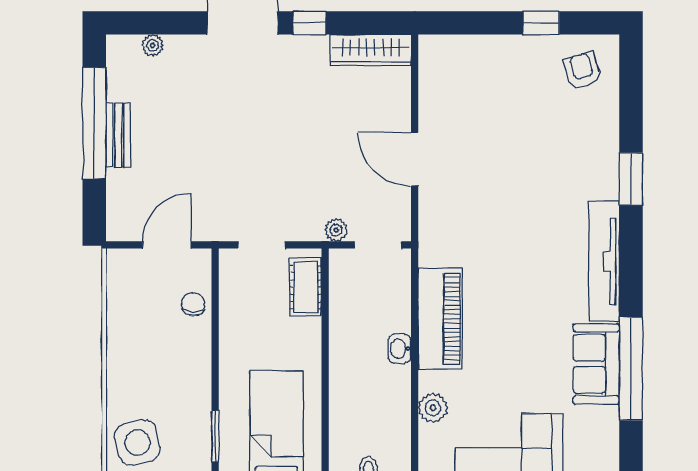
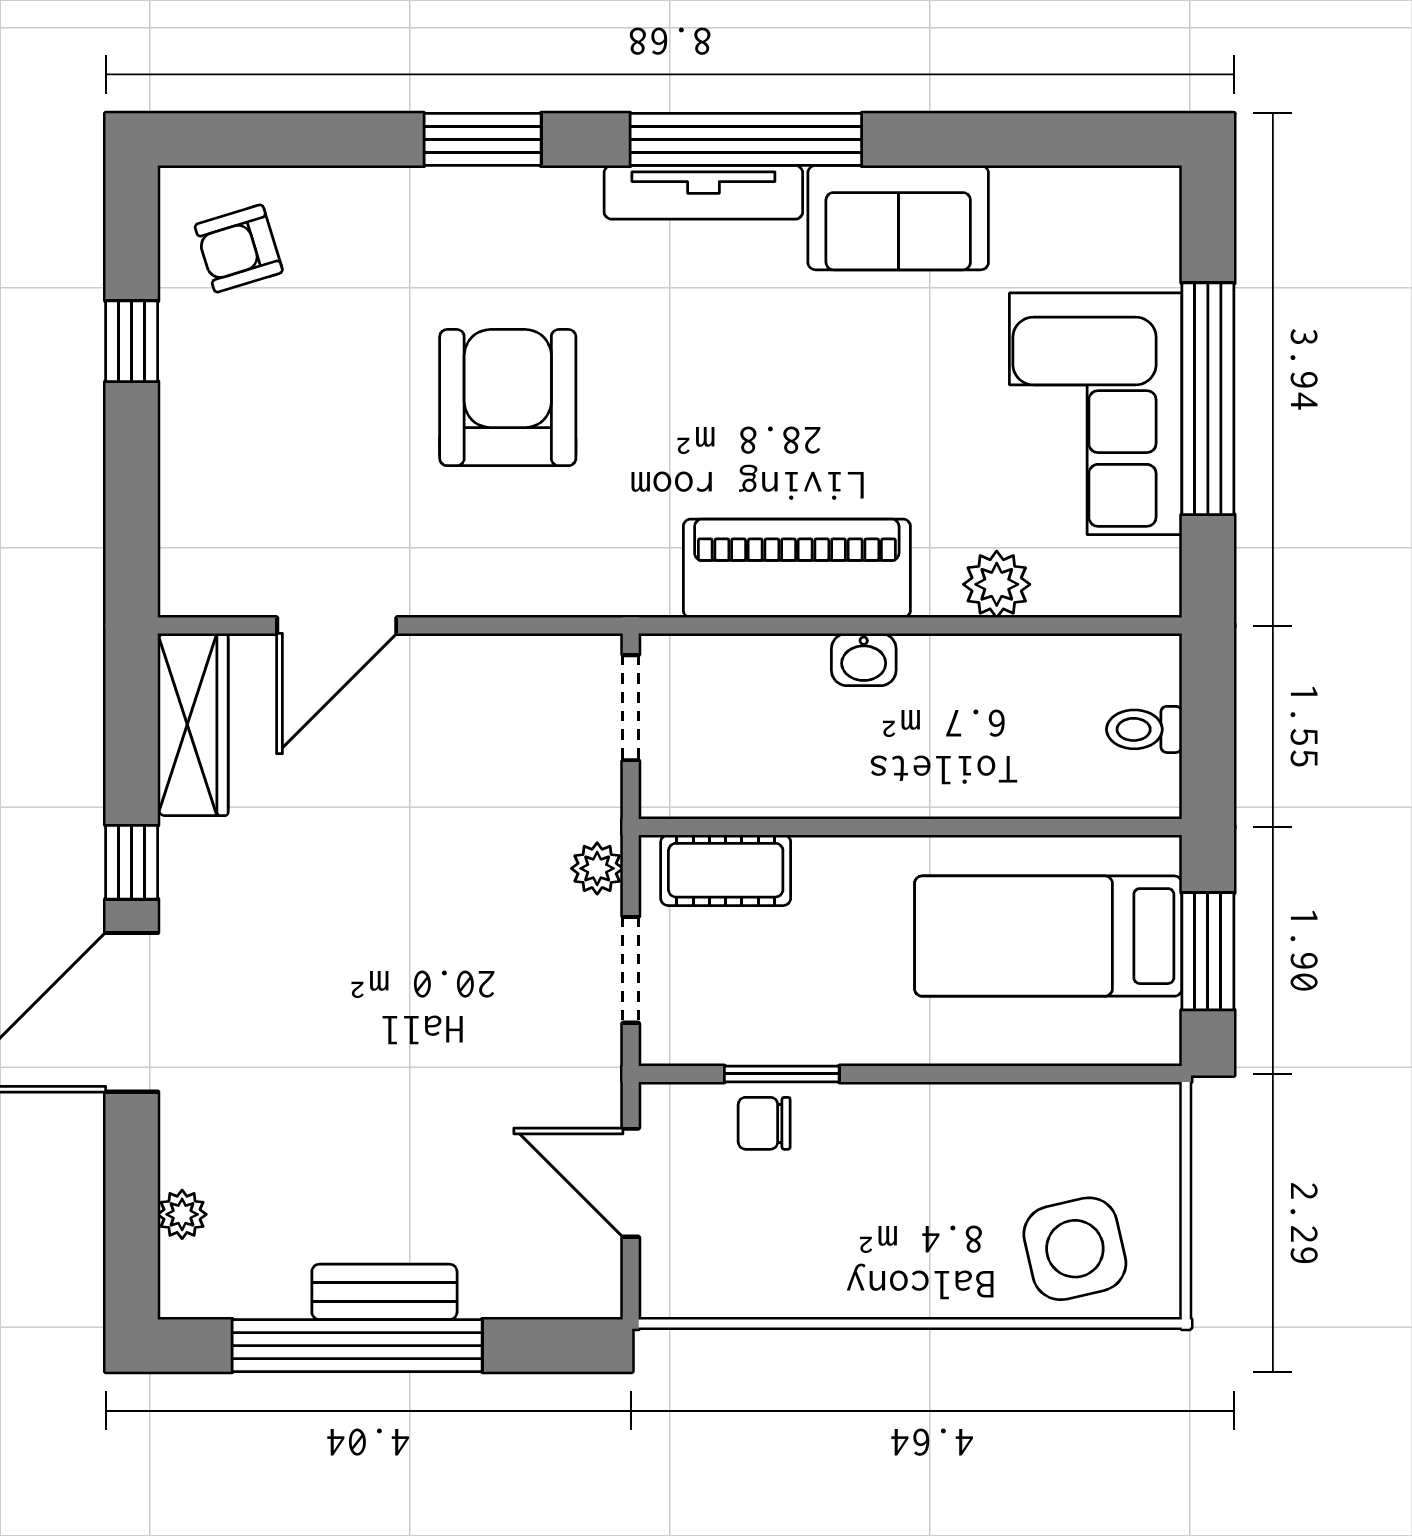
door: (415, 159) -> (337, 626), moved
armchair: (516, 190) -> (508, 398), added
plant: (336, 230) -> (597, 868), moved
tv unit: (604, 261) -> (703, 192), width x0.73, depth x0.78
window: (631, 369) -> (746, 139), moved
window: (215, 436) -> (782, 1074), moved

